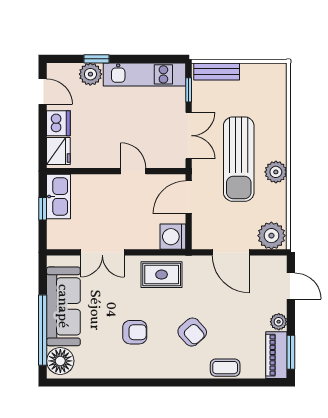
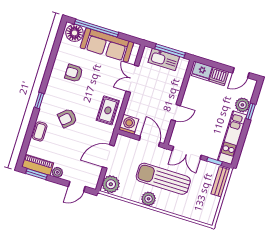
kitchen sink: (59, 196) -> (164, 59), moved
window: (43, 209) -> (170, 51), width x2.17
armchair: (135, 332) -> (74, 73), moved, turned 90
window: (179, 383) -> (39, 101), added

